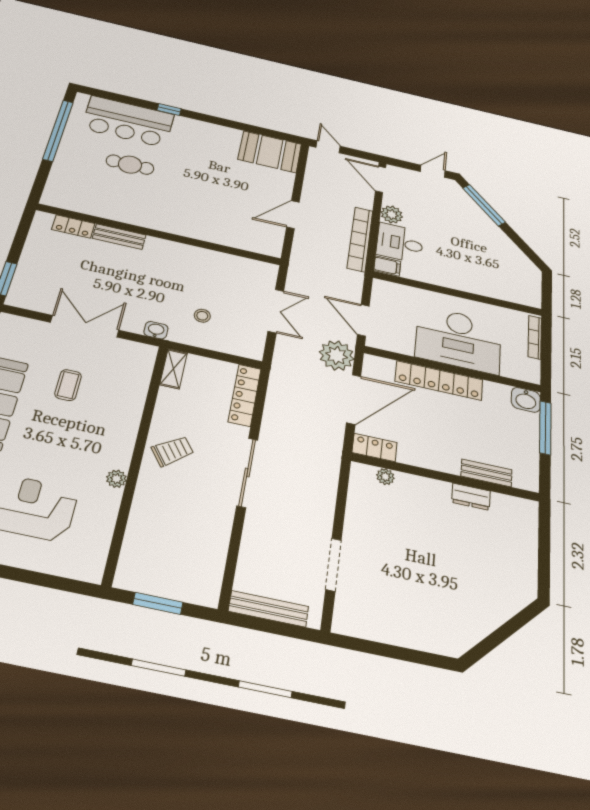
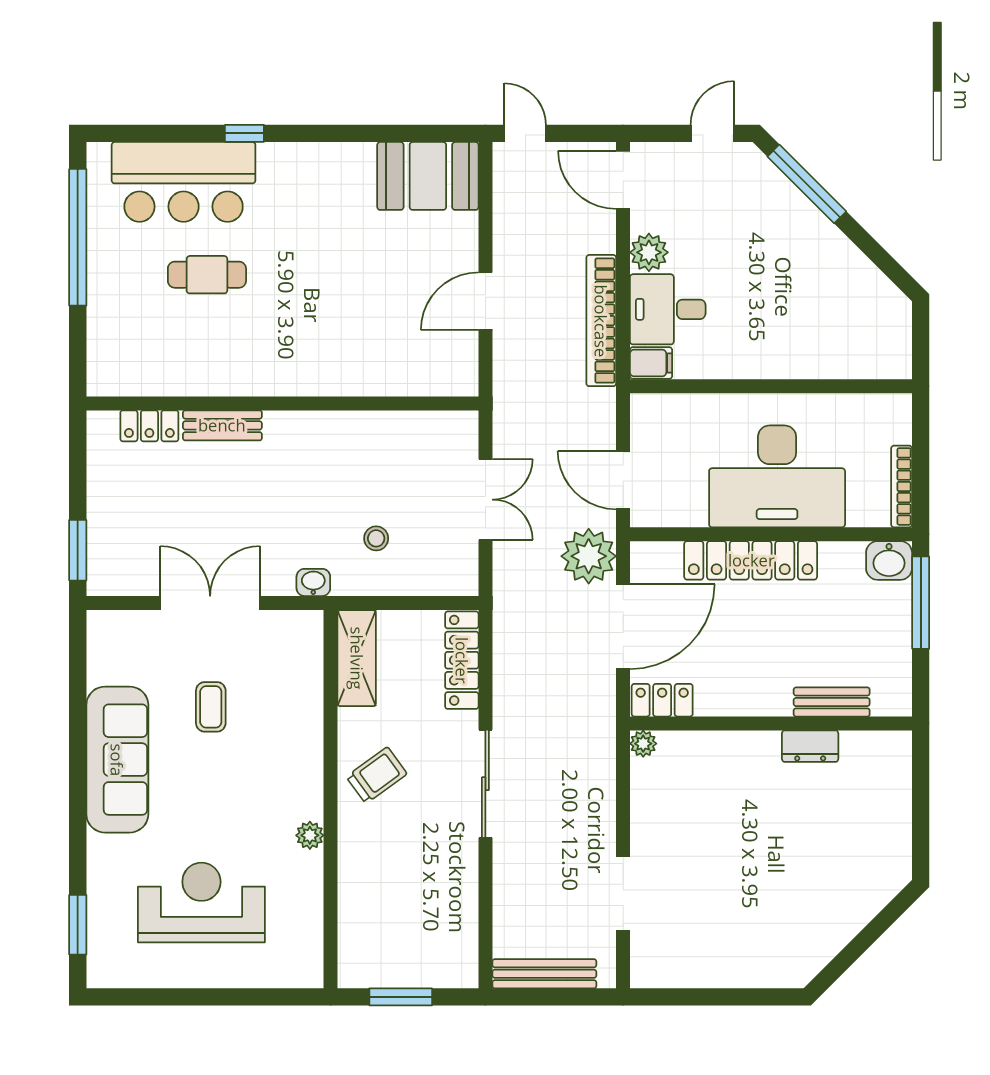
bookcase: (535, 337) -> (902, 486), moved
shelving: (174, 369) -> (357, 658), width x1.50, depth x1.33
plant: (385, 477) -> (643, 744), moved

